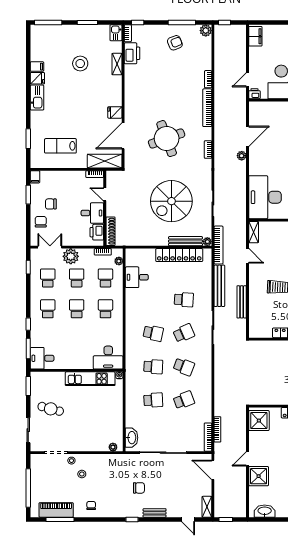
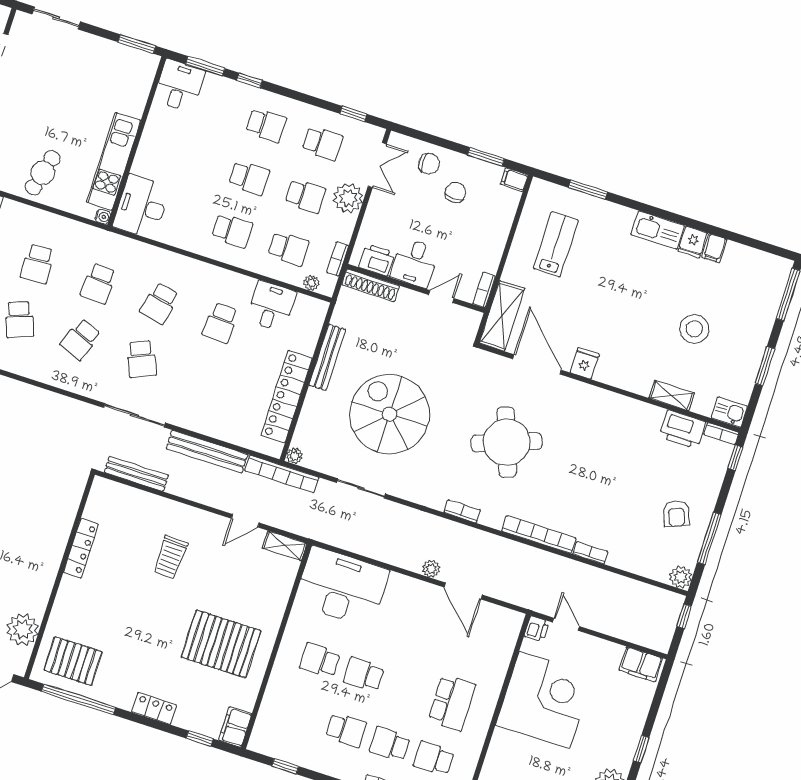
bench: (185, 241) -> (327, 357), moved
school desk: (184, 300) -> (221, 323), moved
bench: (242, 302) -> (136, 474), moved
cafe table: (51, 409) -> (43, 173), moved

